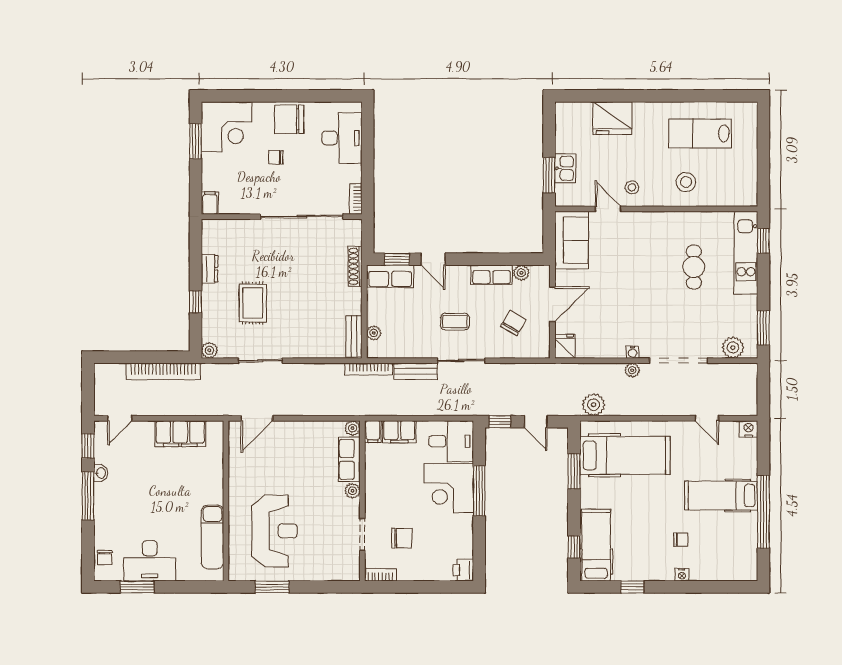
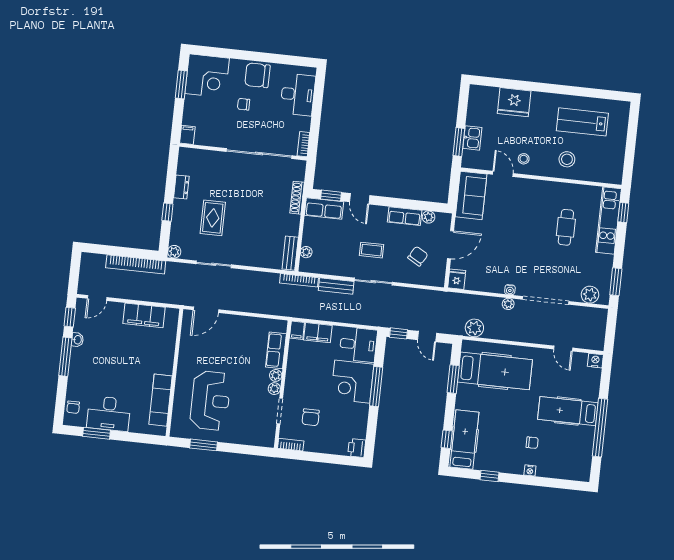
plant: (352, 428) -> (274, 389), moved
chair: (402, 538) -> (311, 417), turned 90

